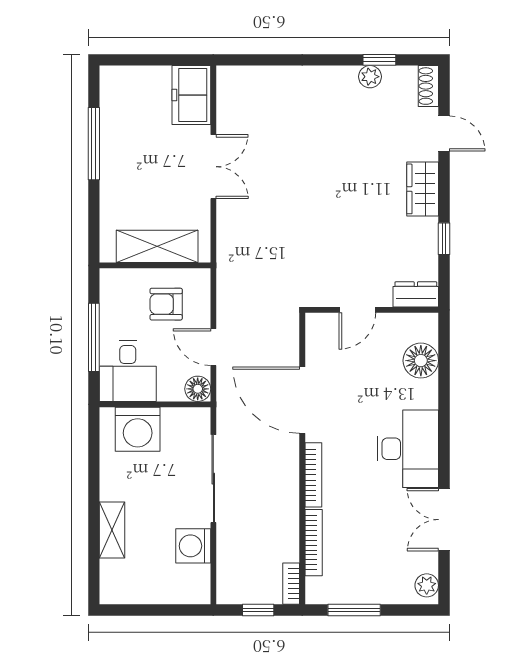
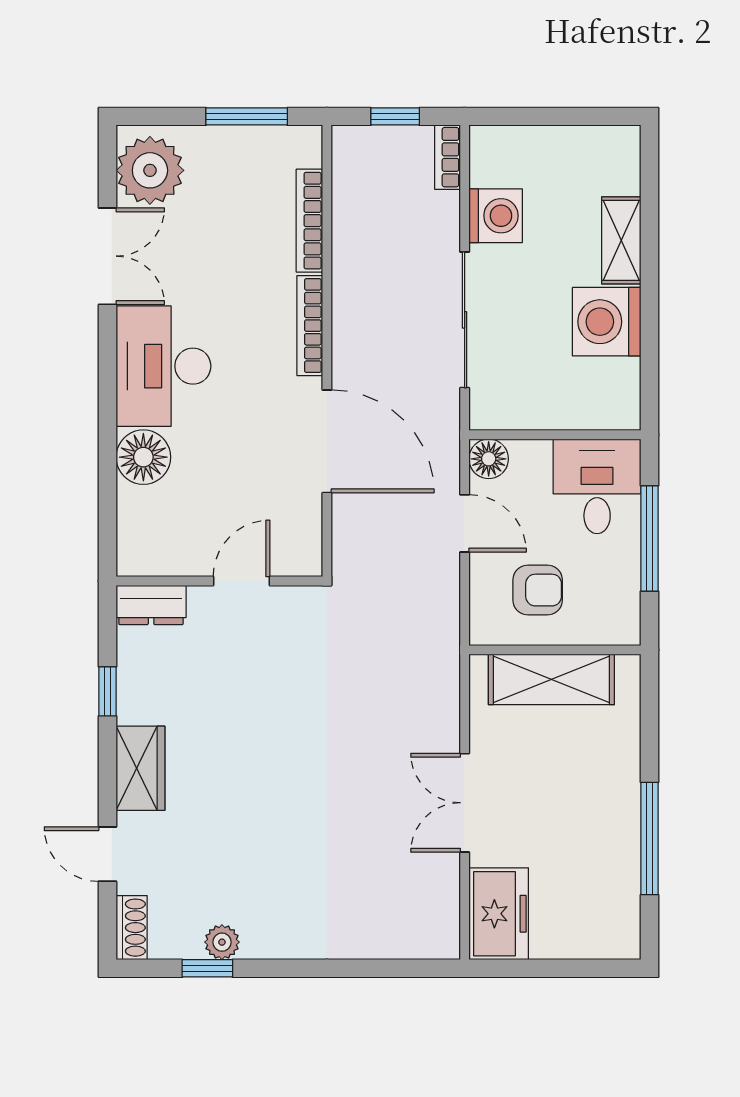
floor lamp: (421, 361) -> (143, 457), moved
washing machine: (138, 429) -> (607, 322), moved, turned -90
bookcase: (291, 584) -> (447, 157), moved, turned 180
plant: (427, 585) -> (150, 170), width x1.87, depth x1.87

